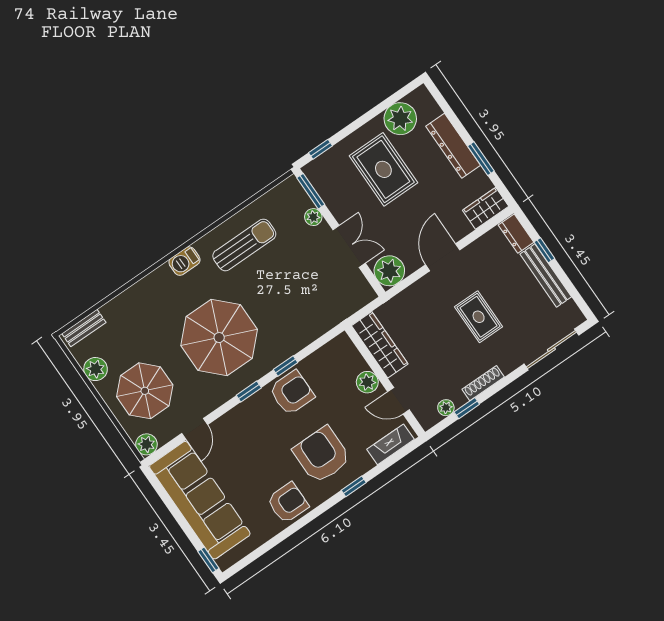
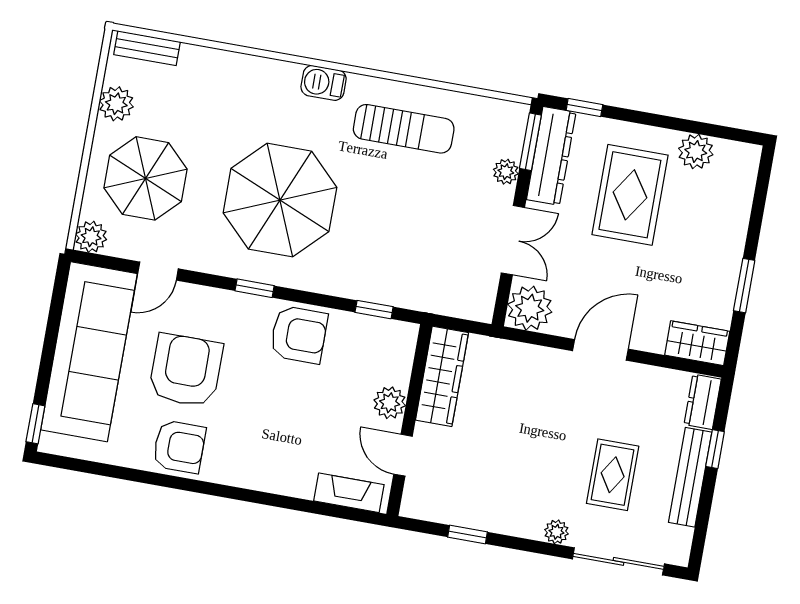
plant: (400, 119) -> (696, 151), width x0.73, depth x0.73
dresser: (453, 146) -> (551, 156), moved, turned 180
rug: (479, 317) -> (613, 475), moved
window: (286, 366) -> (374, 310), moved
shoe rack: (483, 383) -> (511, 525), removed
plant: (446, 408) -> (556, 532), moved
armchair: (322, 455) -> (186, 370), moved
window: (354, 486) -> (266, 499), removed

